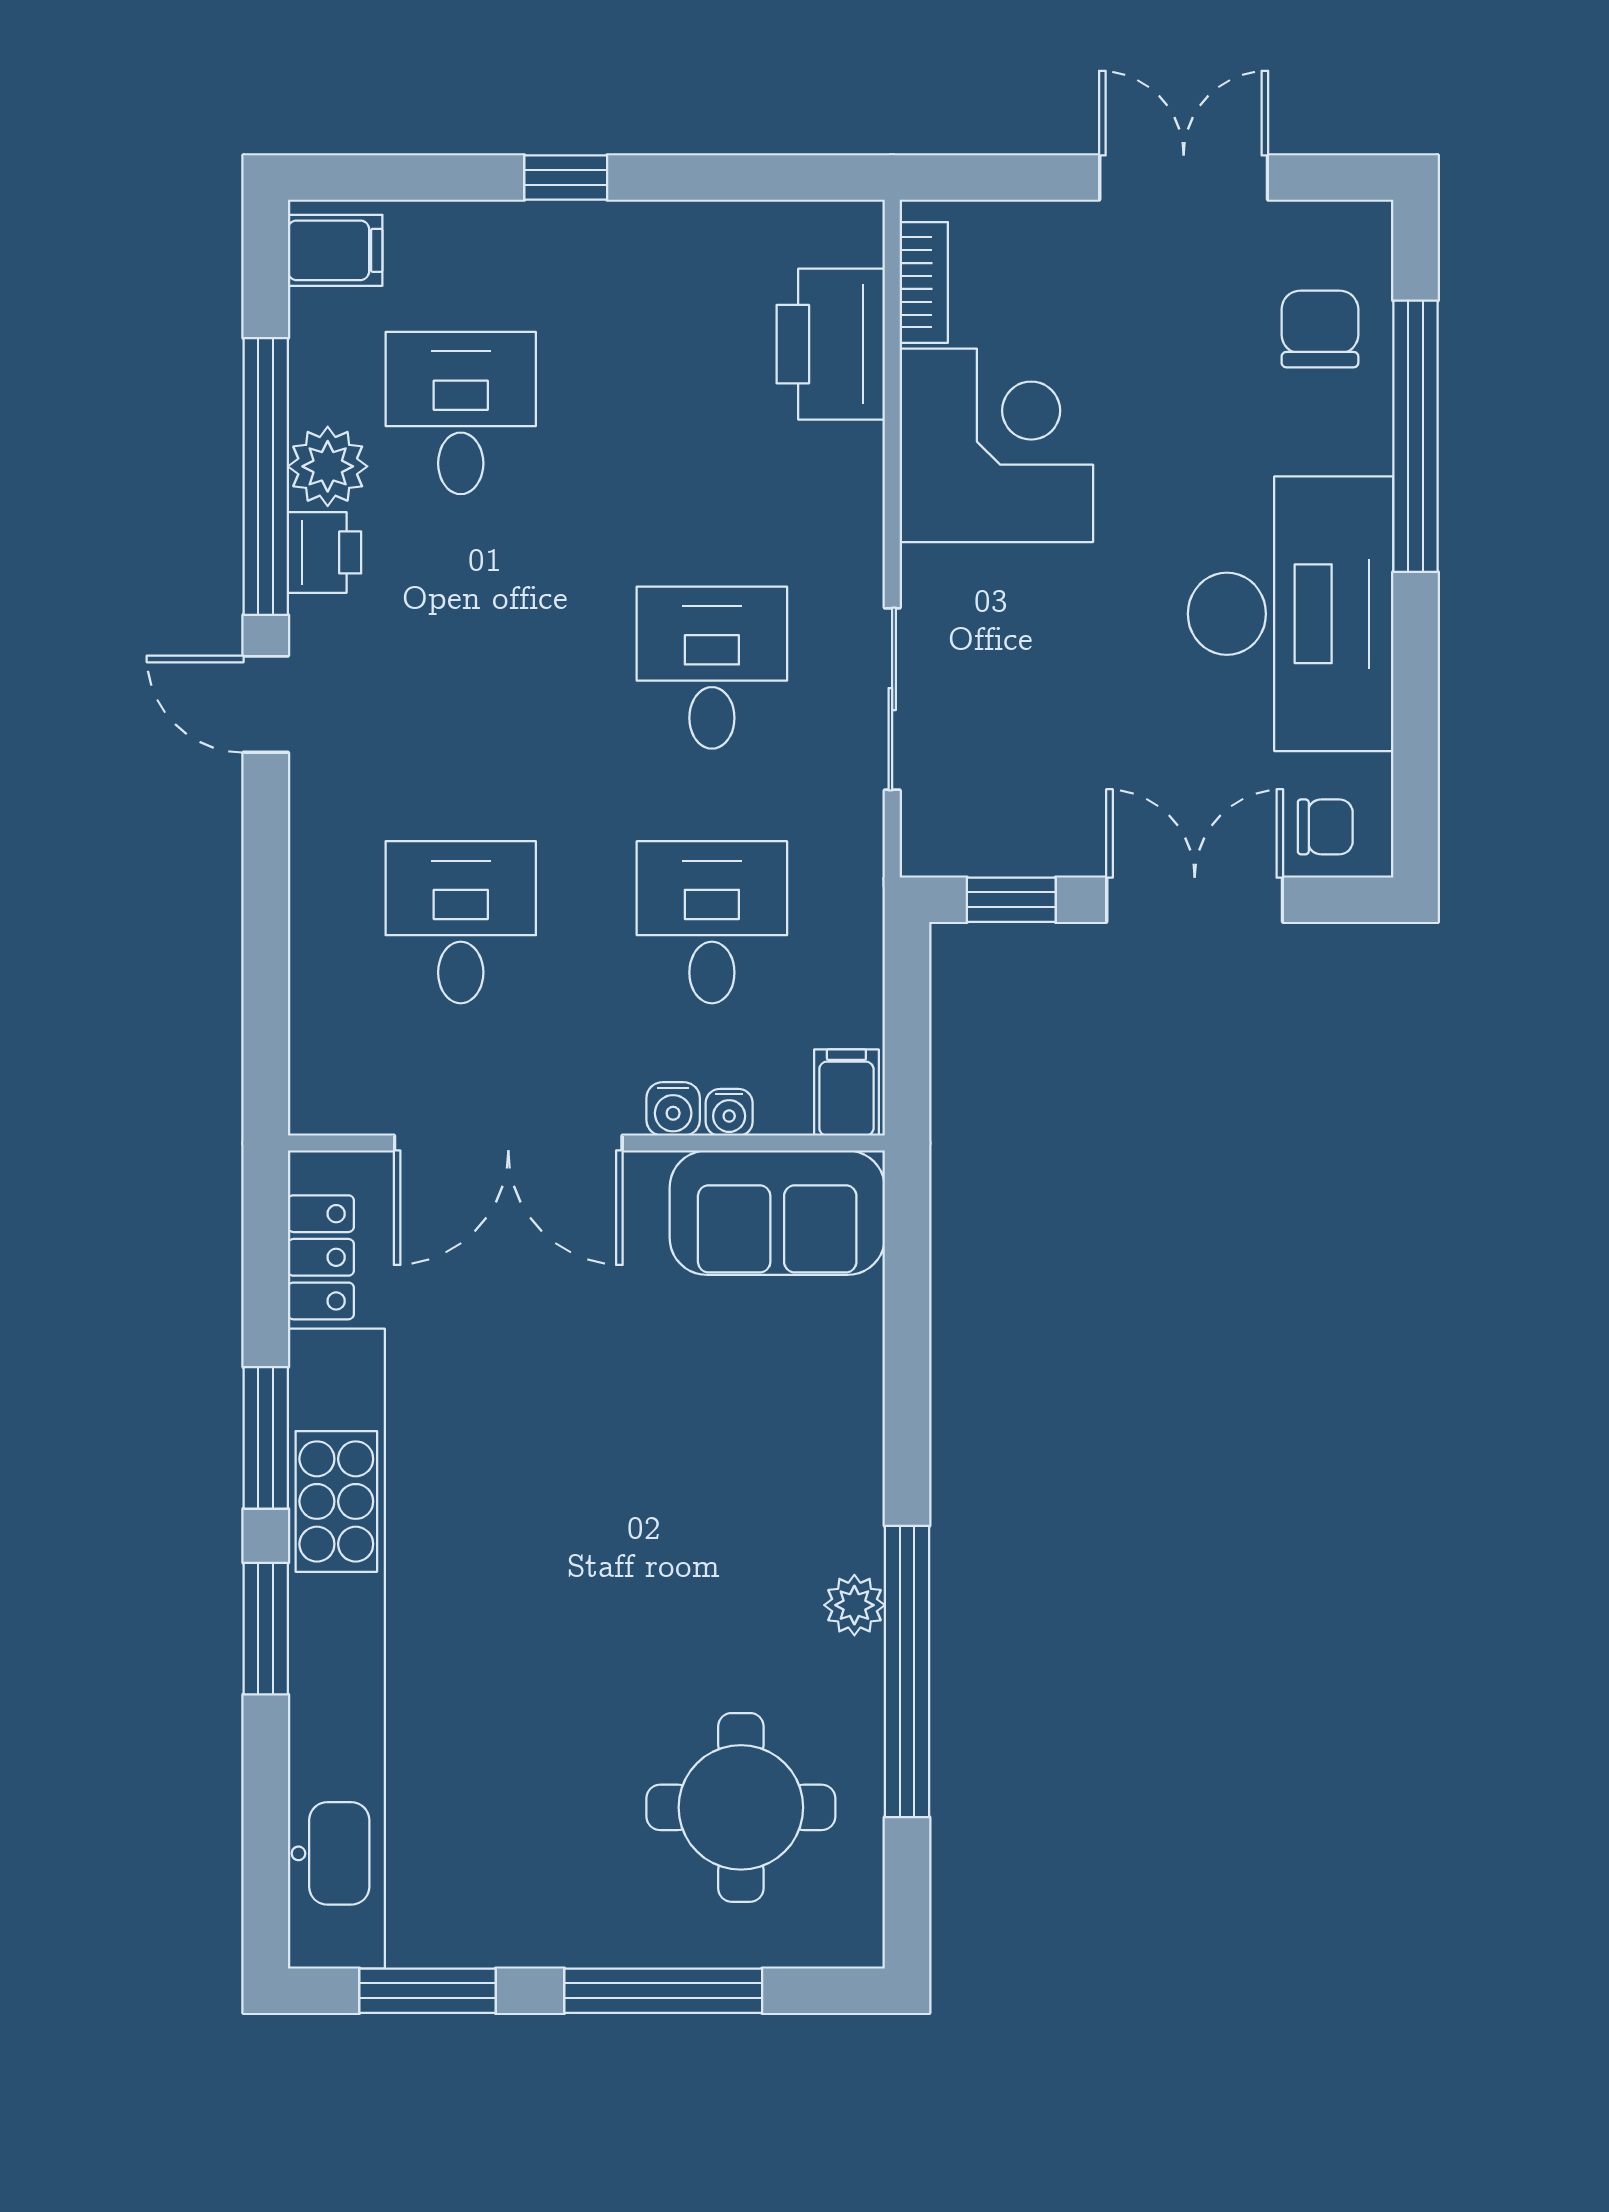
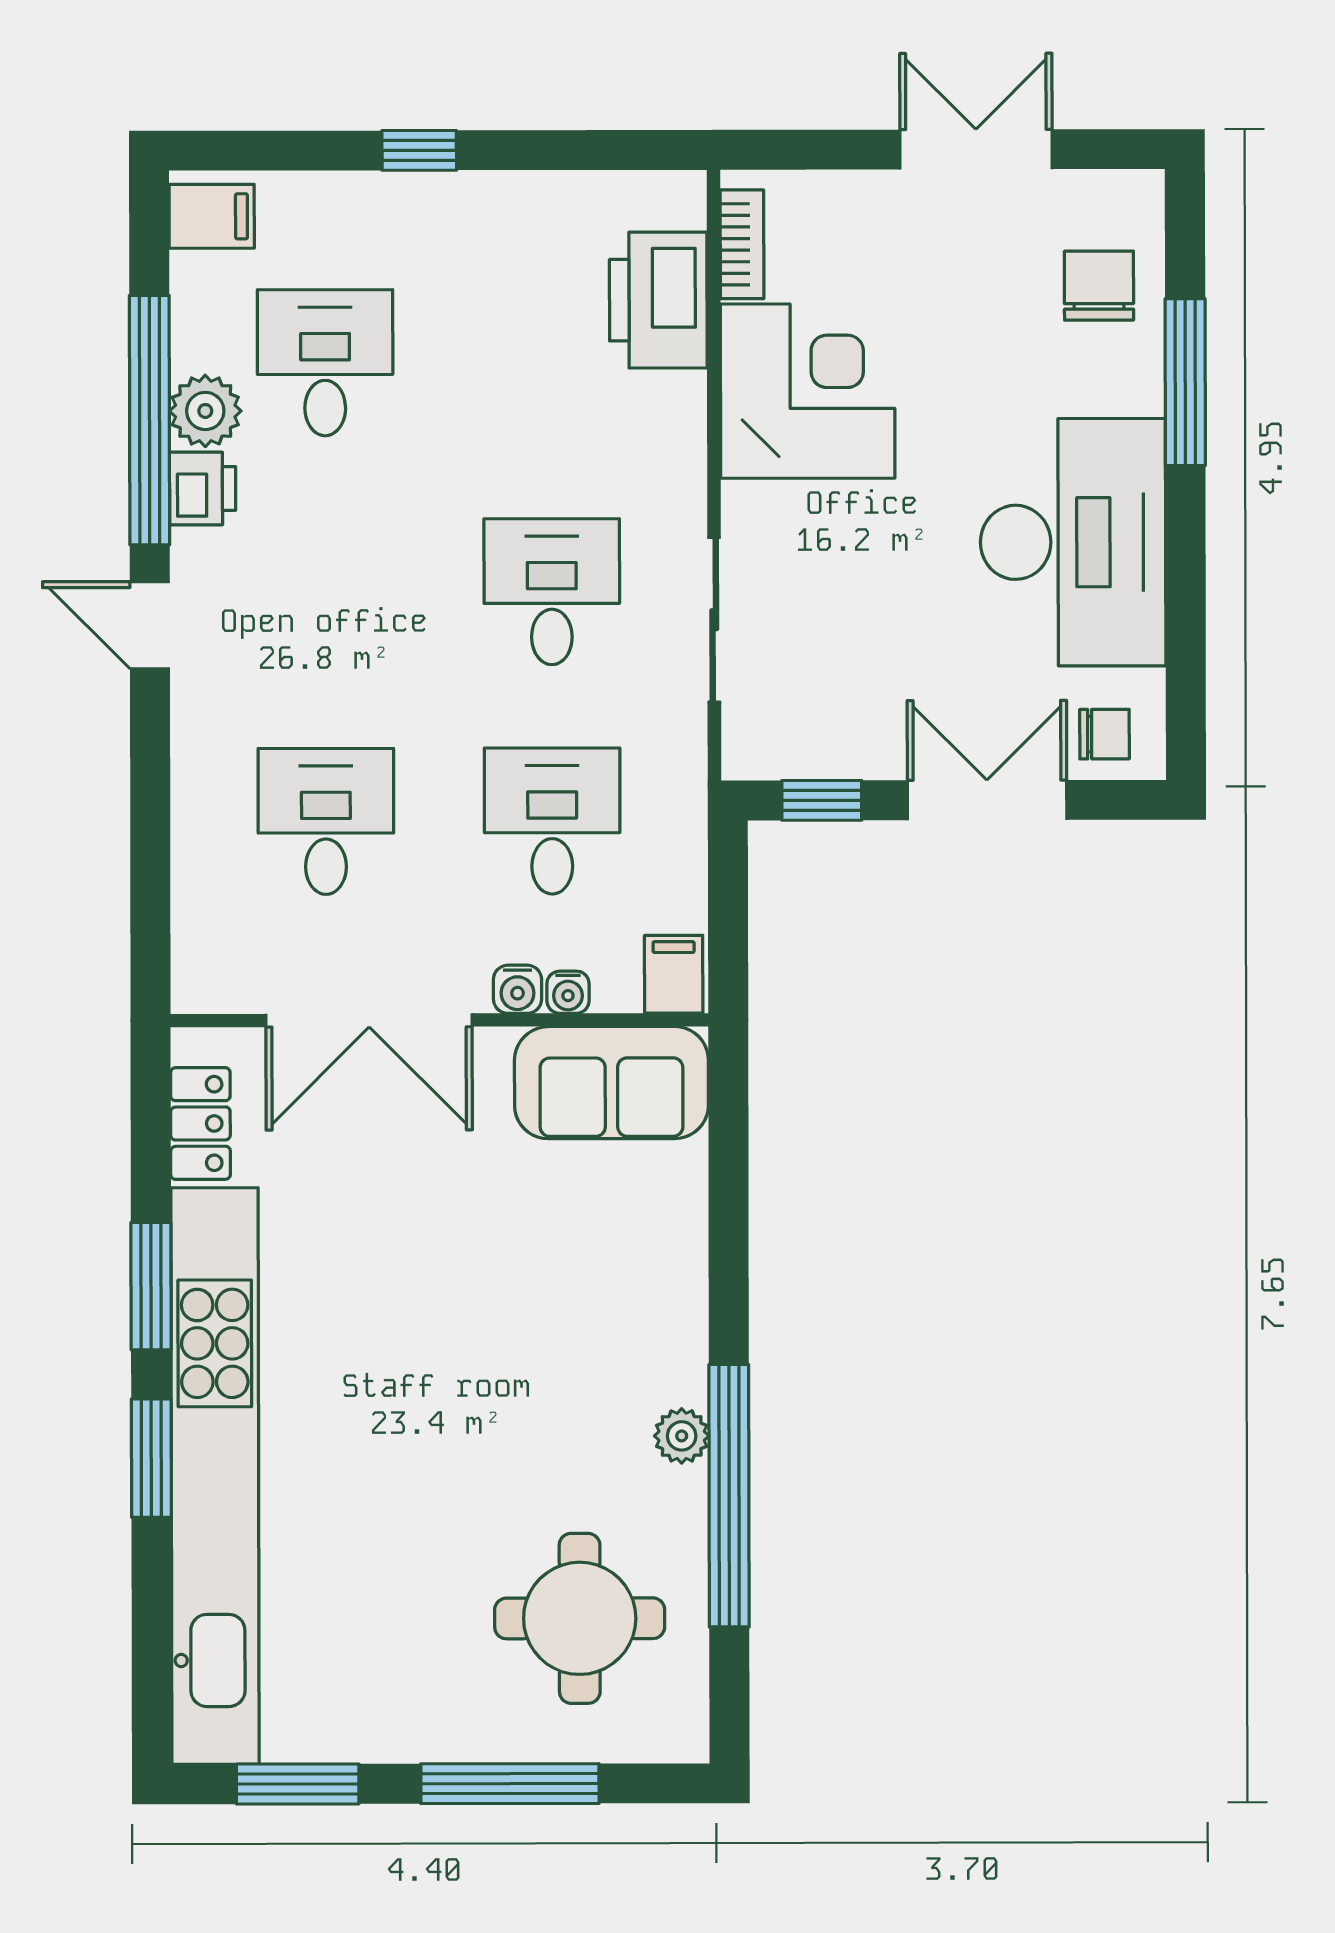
window: (1416, 436) -> (1185, 382), width x0.68

